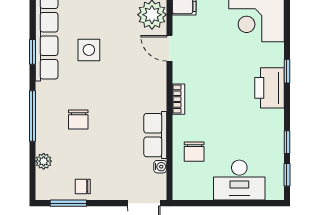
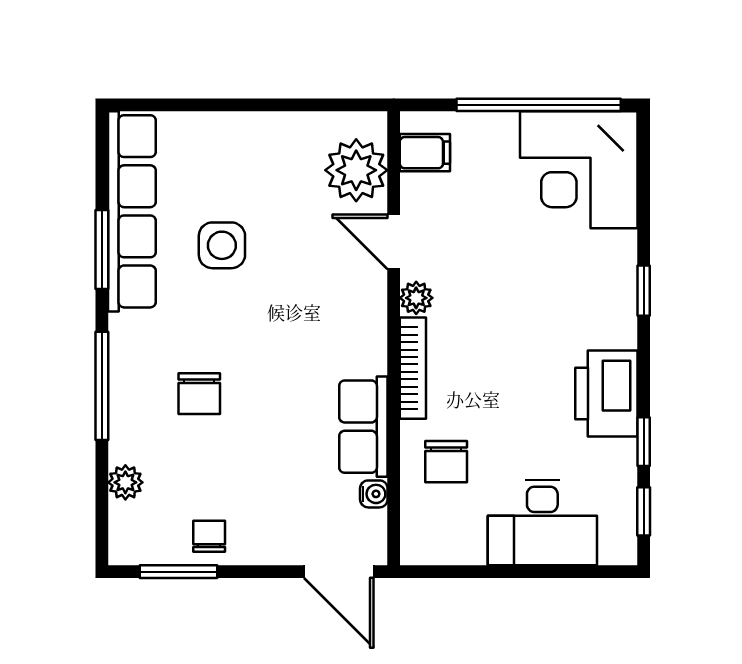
window: (33, 52) -> (102, 249), width x1.50
plant: (180, 75) -> (416, 298), added
printer: (269, 88) -> (606, 393), moved
bookcase: (179, 99) -> (413, 368), width x1.56
chair: (83, 187) -> (209, 536), turned 90

